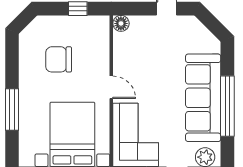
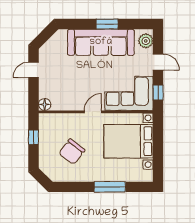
chair: (59, 59) -> (72, 152), turned 37
window: (227, 106) -> (107, 24), width x0.47

